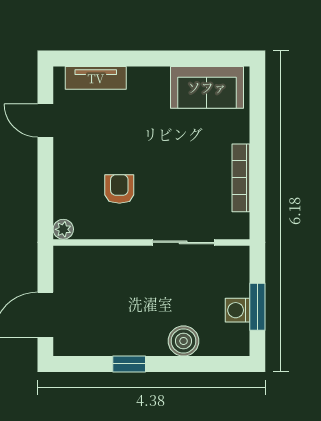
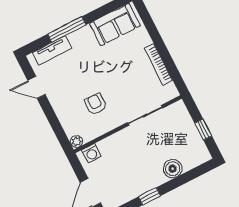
window: (133, 59) -> (67, 29), added
window: (257, 307) -> (203, 130), width x0.67
washing machine: (238, 310) -> (91, 153), moved, turned -90

